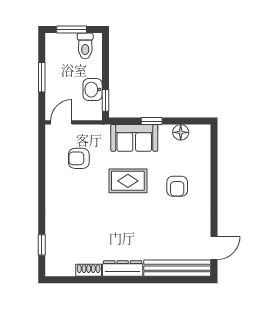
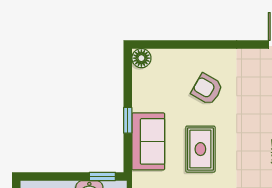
floor lamp: (181, 132) -> (141, 58), moved
armchair: (177, 186) -> (207, 89), turned -150

